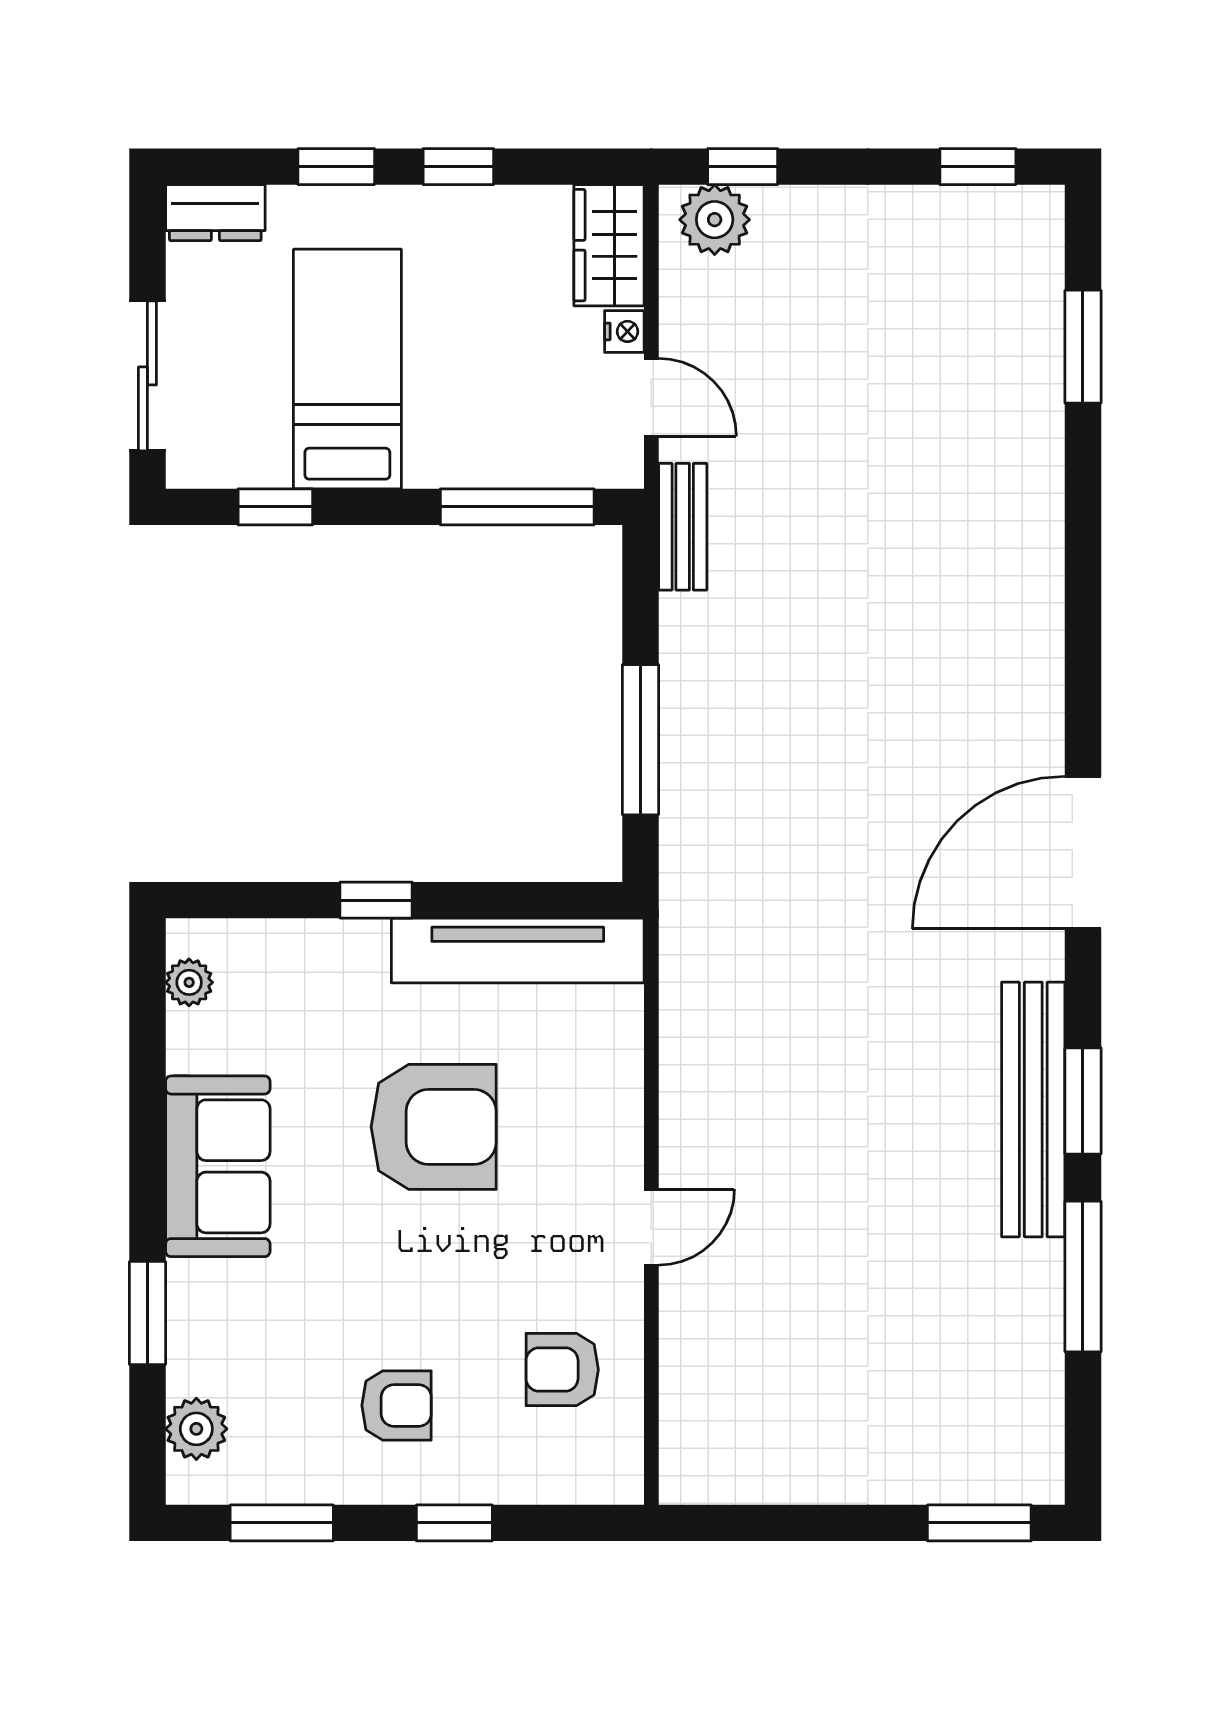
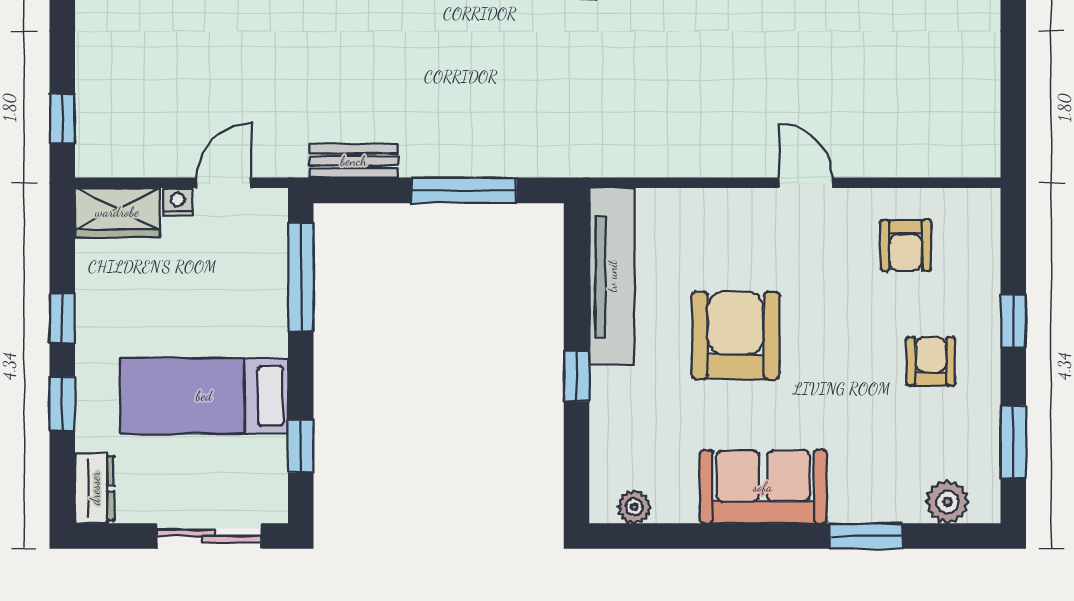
plant: (715, 220) -> (99, 138), removed
bench: (683, 527) -> (354, 161), moved

